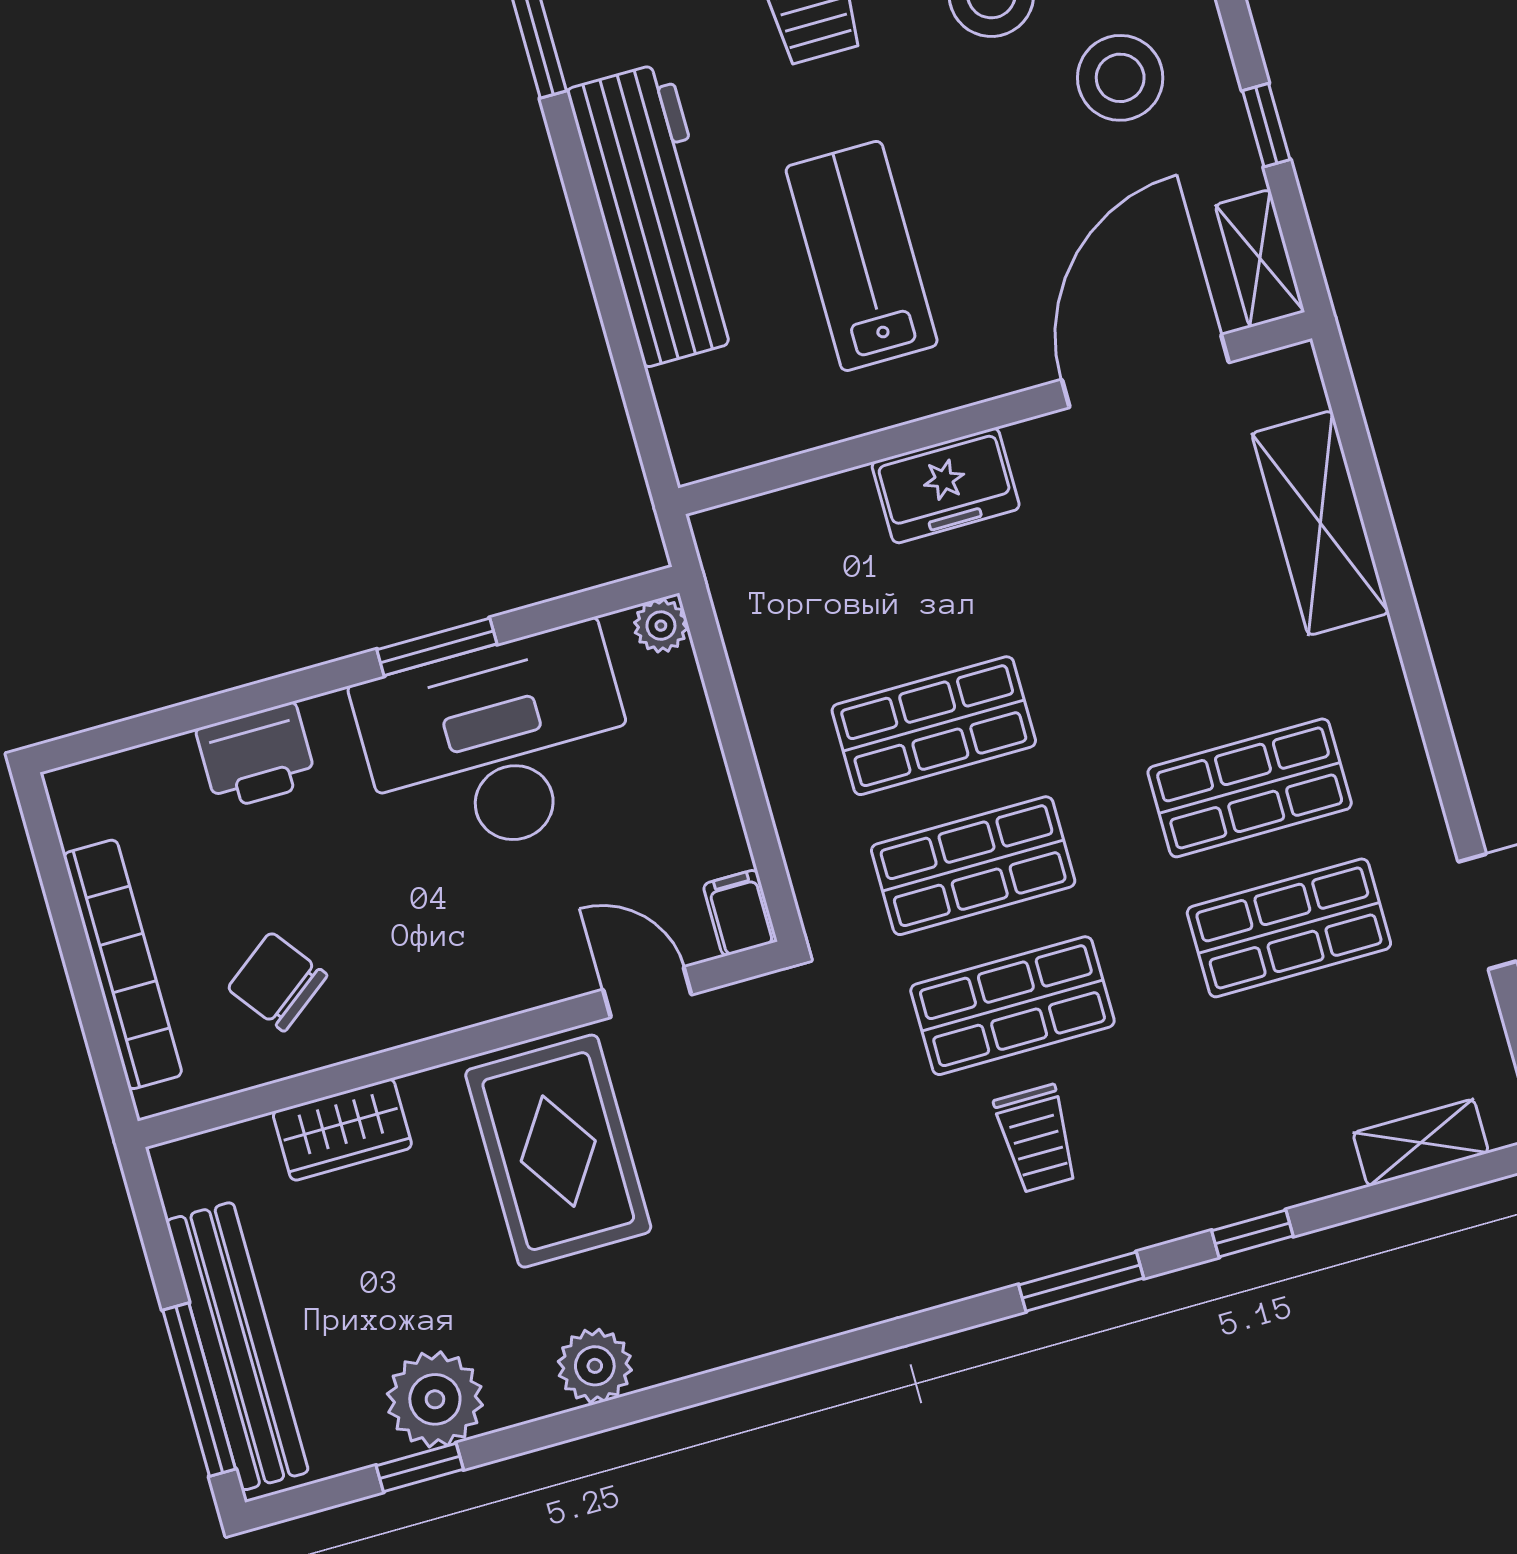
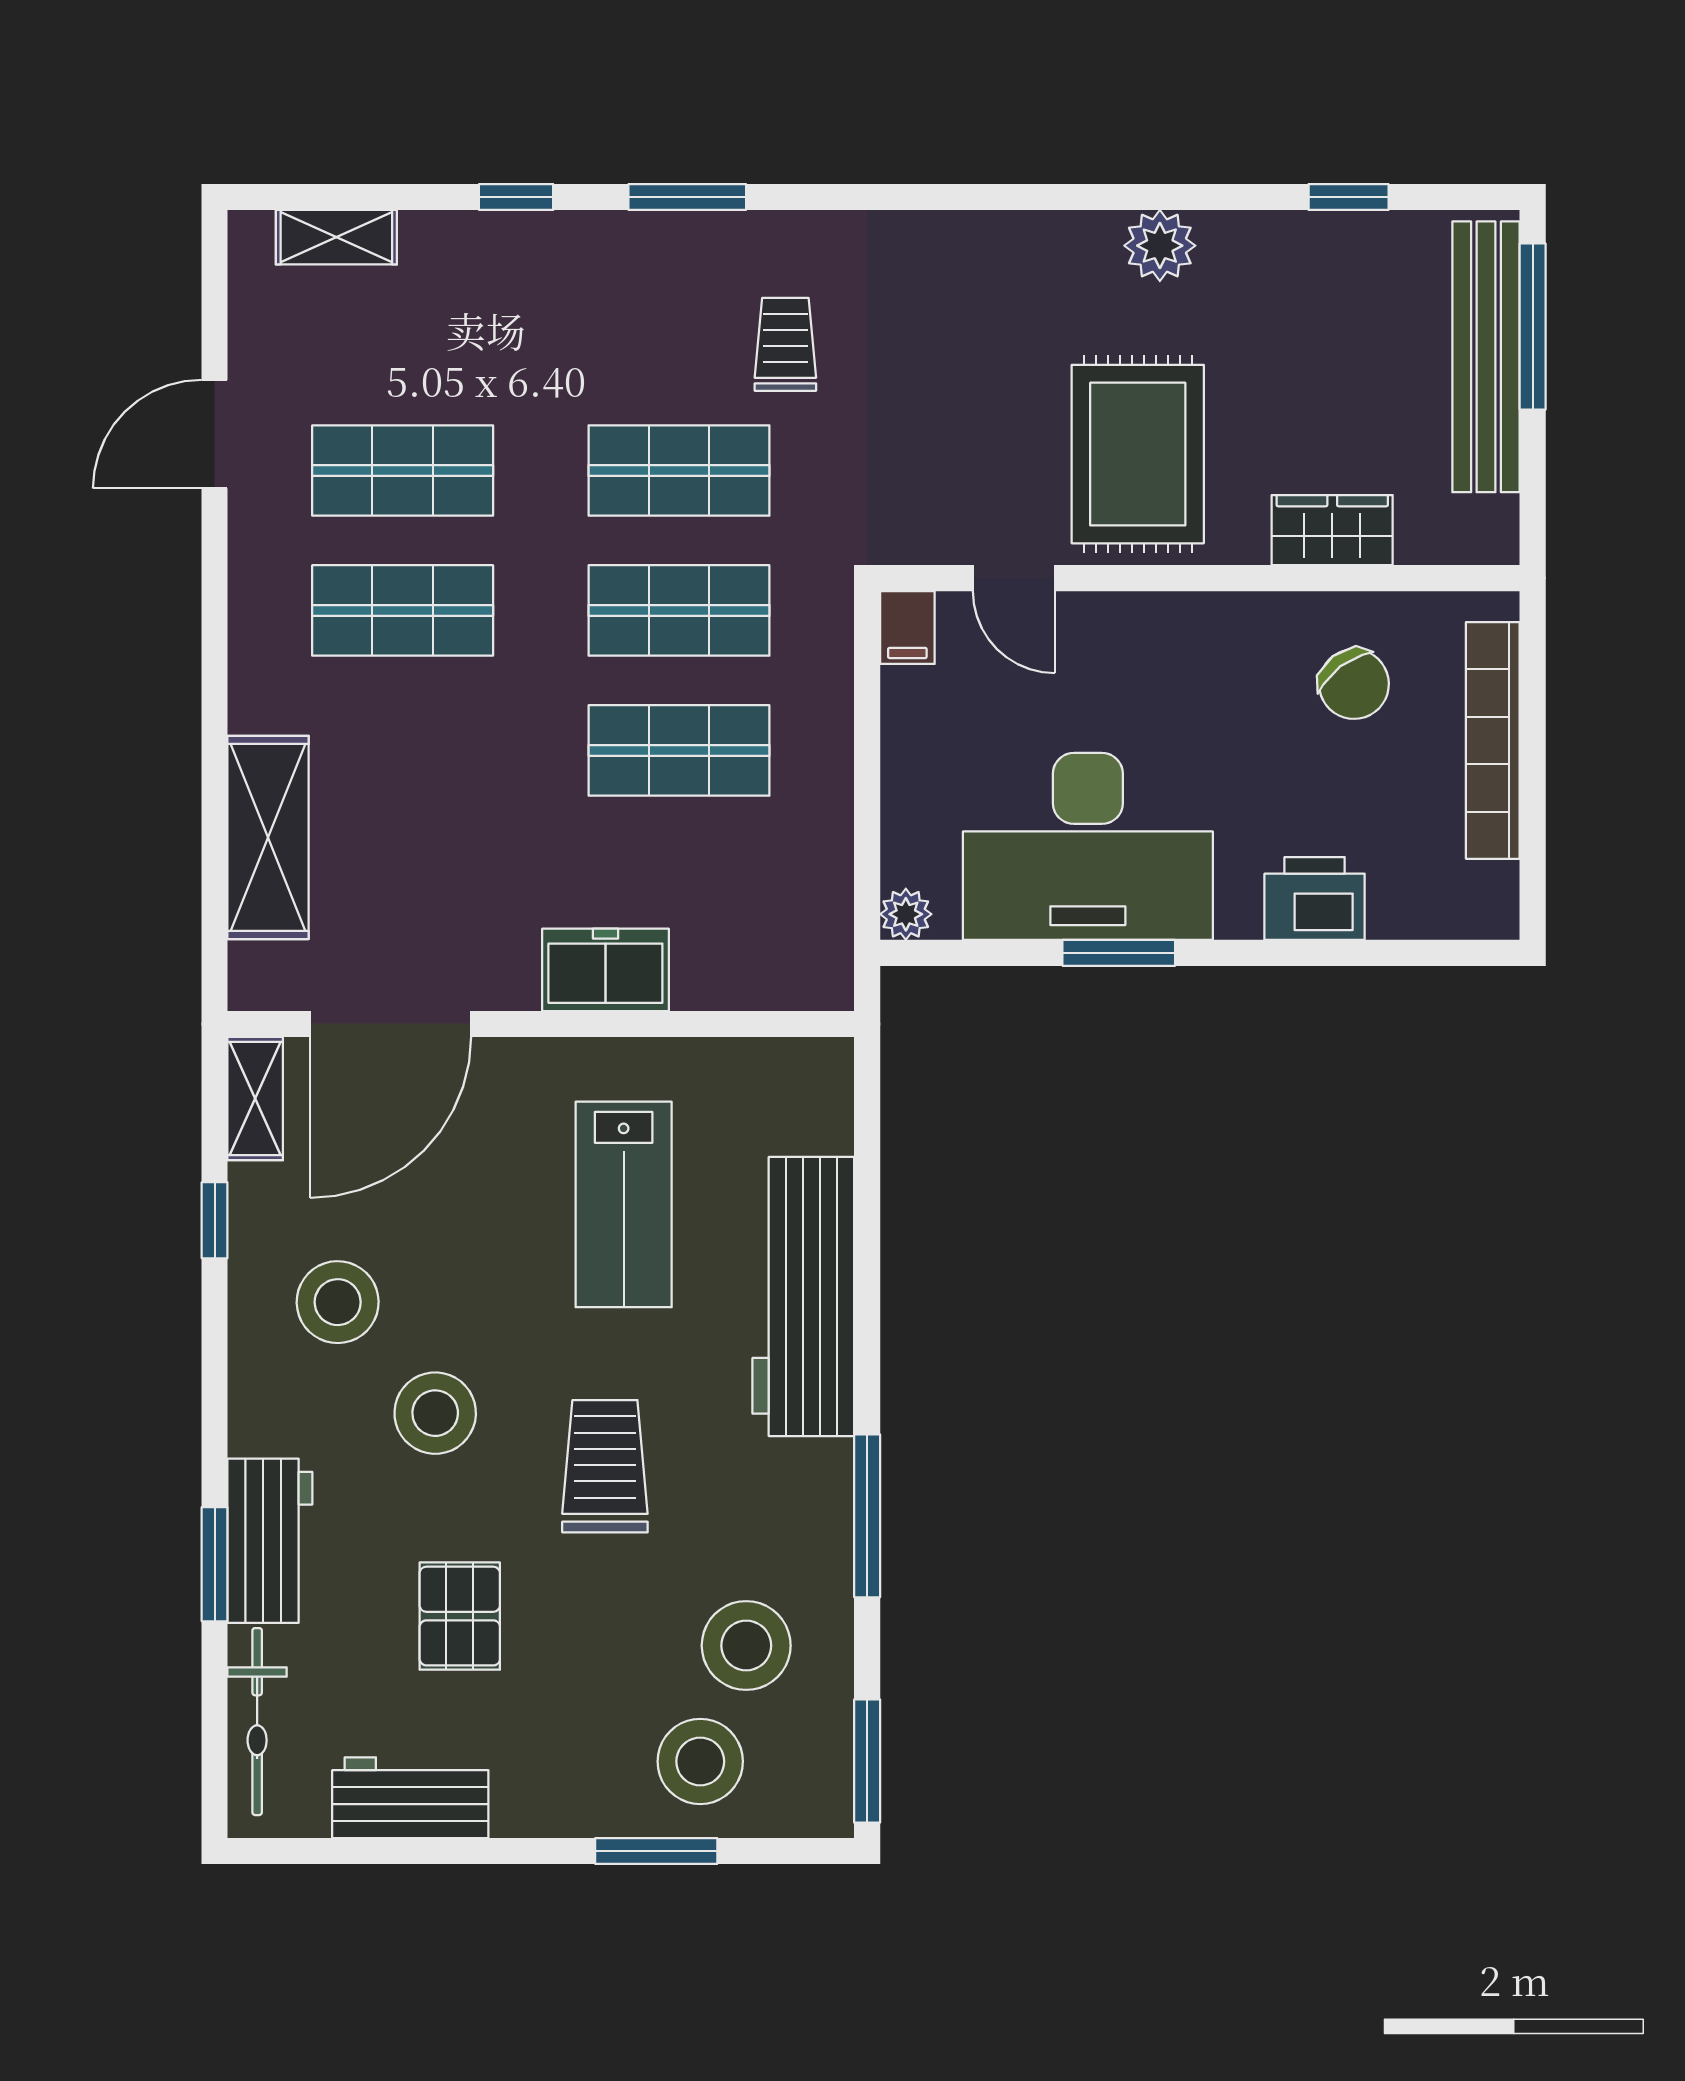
trolley: (1037, 1139) -> (785, 344), moved
plant: (435, 1399) -> (1317, 256), removed

